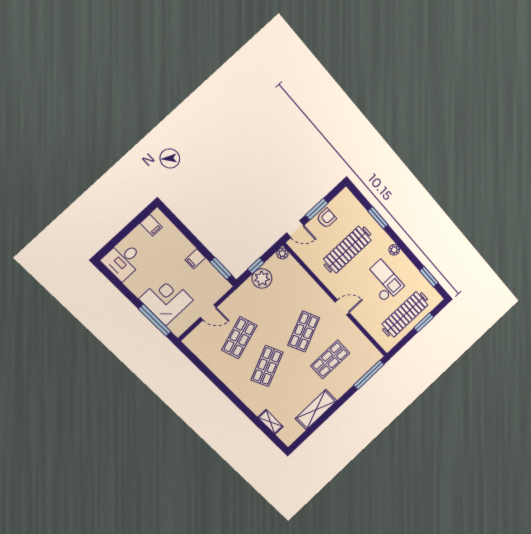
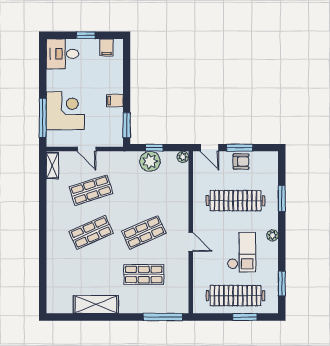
window: (127, 230) -> (86, 35), added
shelving: (270, 422) -> (52, 166), moved

